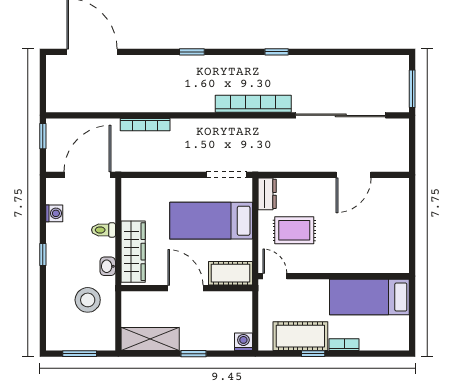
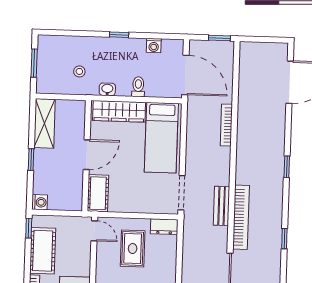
bench: (241, 127) -> (222, 206), added
bed: (211, 221) -> (161, 138), moved, turned 180
door: (275, 276) -> (94, 231), hinge flipped
stool: (88, 300) -> (79, 71), width x0.53, depth x0.53
window: (313, 354) -> (29, 228), moved

